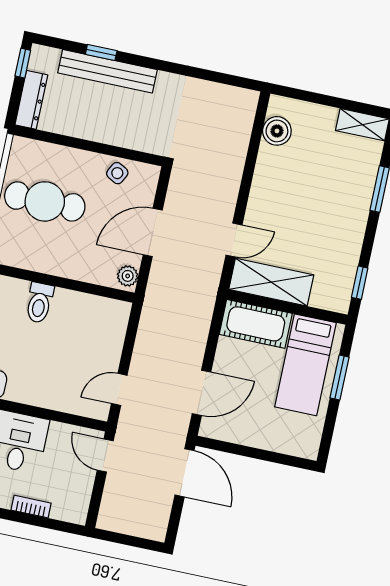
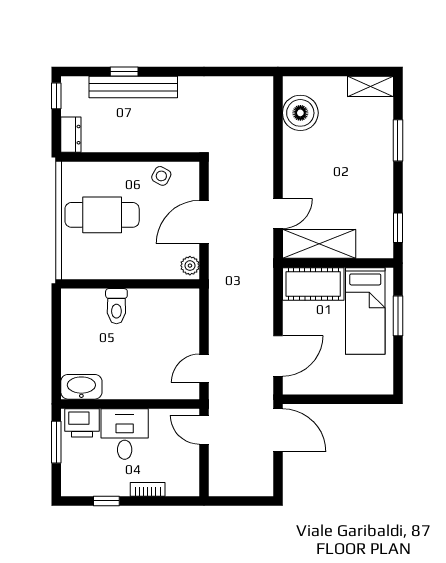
dresser: (31, 100) -> (71, 135), width x0.70
boiler: (277, 131) -> (300, 113), width x1.37, depth x1.37

